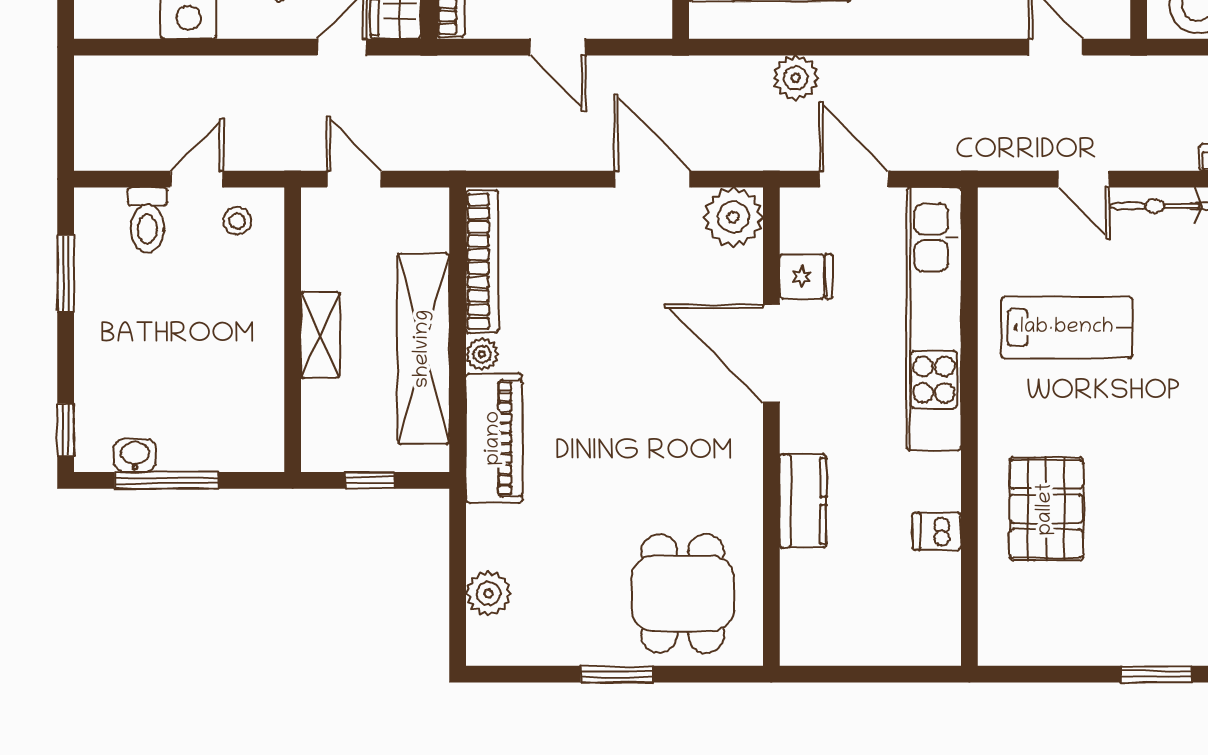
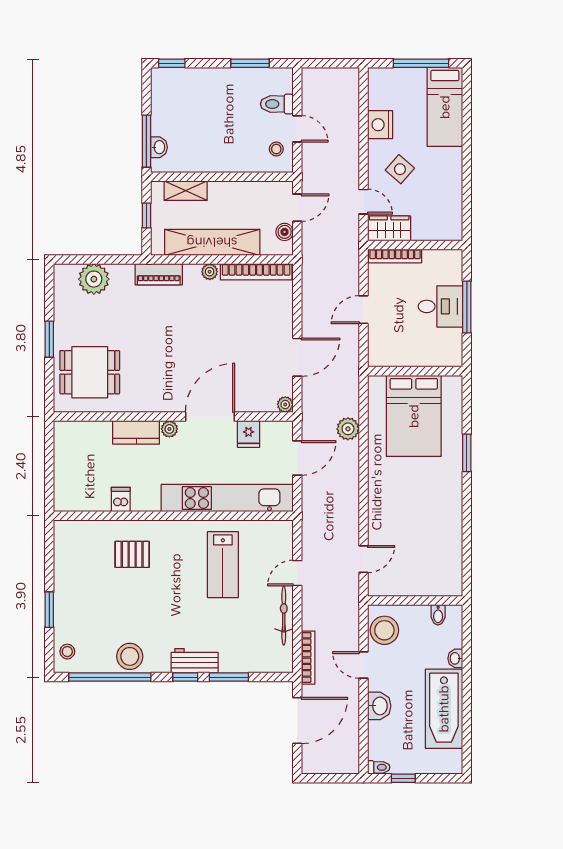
boiler: (403, 204) -> (285, 232), added
plant: (733, 217) -> (285, 404), width x0.53, depth x0.53
shelving: (320, 335) -> (186, 191), moved
plant: (796, 434) -> (169, 429), added
piano: (494, 438) -> (159, 274), width x0.73, depth x0.75
washbasin: (135, 455) -> (159, 147), moved
window: (167, 480) -> (146, 141), moved
pallet: (1046, 509) -> (132, 554), width x0.67, depth x0.71
plant: (488, 593) -> (94, 279), width x1.36, depth x1.36

